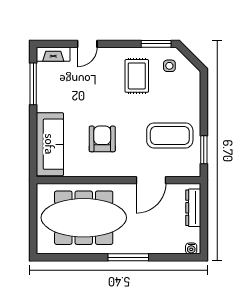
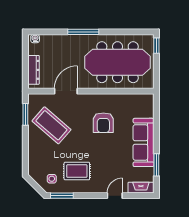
rug: (137, 76) -> (77, 171), turned 90
window: (33, 84) -> (156, 165), width x0.69
coffee table: (170, 135) -> (51, 125), turned 41
sofa: (50, 144) -> (143, 142), moved
window: (33, 239) -> (156, 46), added

